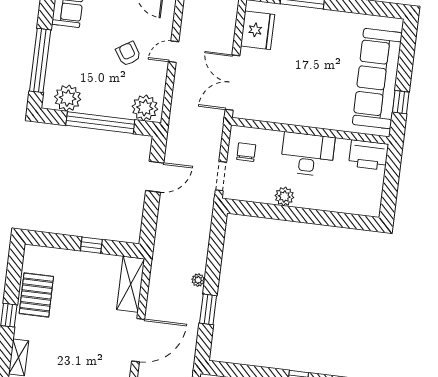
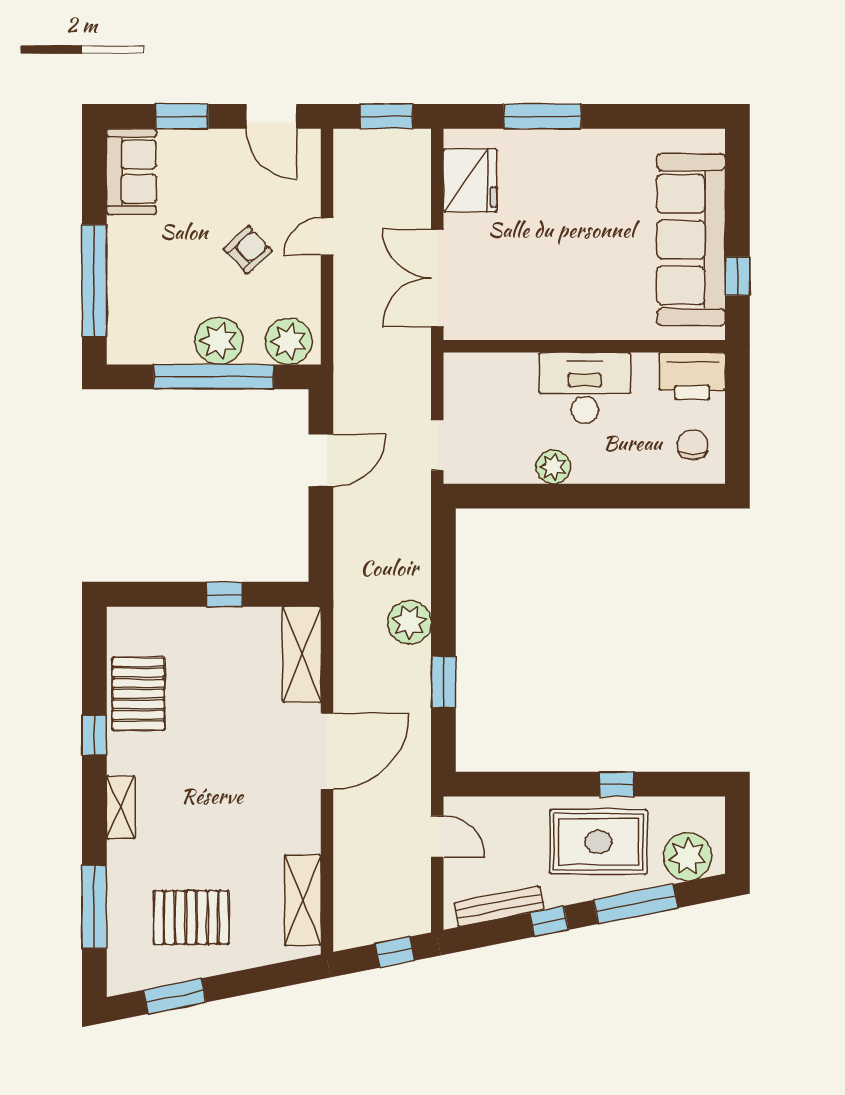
armchair: (128, 54) -> (248, 250), turned 79
plant: (68, 98) -> (219, 341), moved
chair: (246, 152) -> (693, 445), moved
plant: (198, 280) -> (409, 622), width x1.88, depth x1.88

